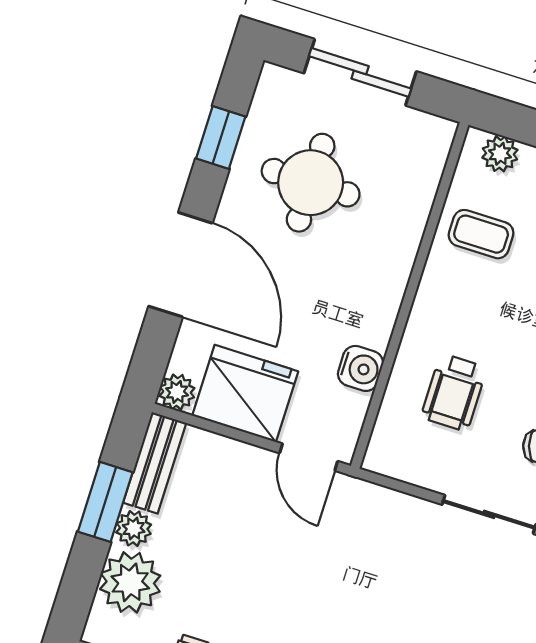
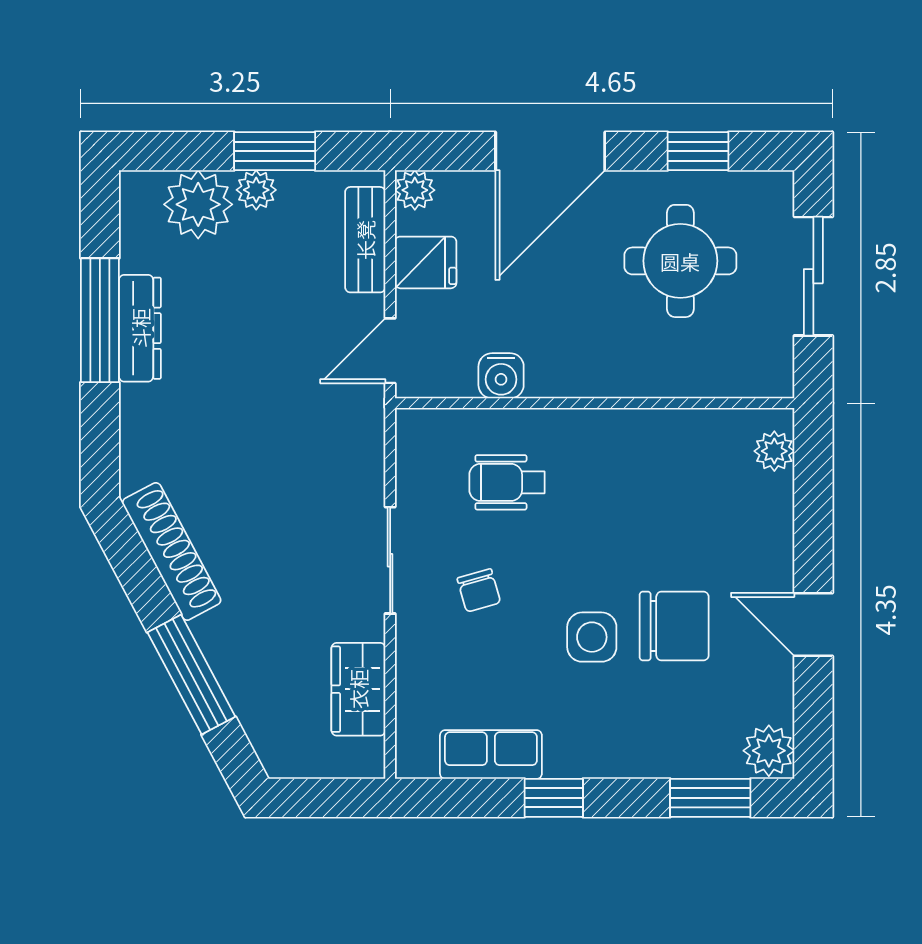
coffee table: (481, 234) -> (683, 458), removed
fridge: (245, 393) -> (426, 262), width x0.53, depth x0.75
bench: (155, 463) -> (365, 240), moved, turned 90

